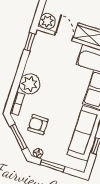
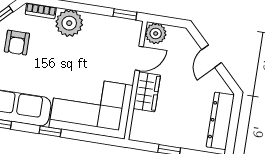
armchair: (38, 125) -> (17, 43), turned 180

